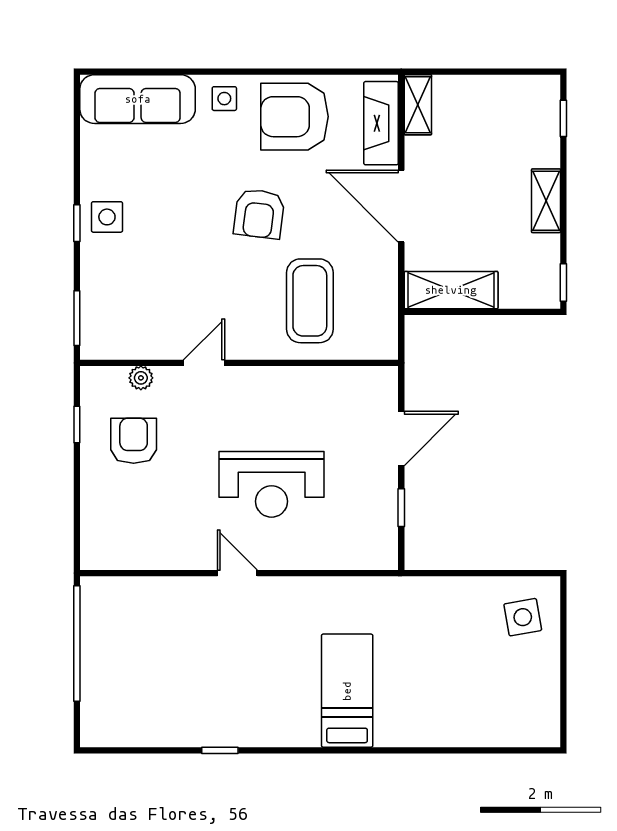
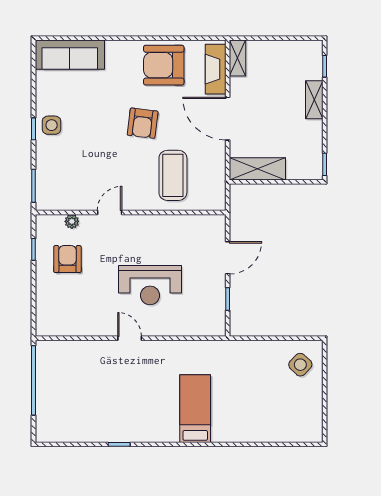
side table: (224, 99) -> (122, 54), removed
shelving: (546, 201) -> (314, 100), moved
side table: (523, 617) -> (300, 365), turned -37

